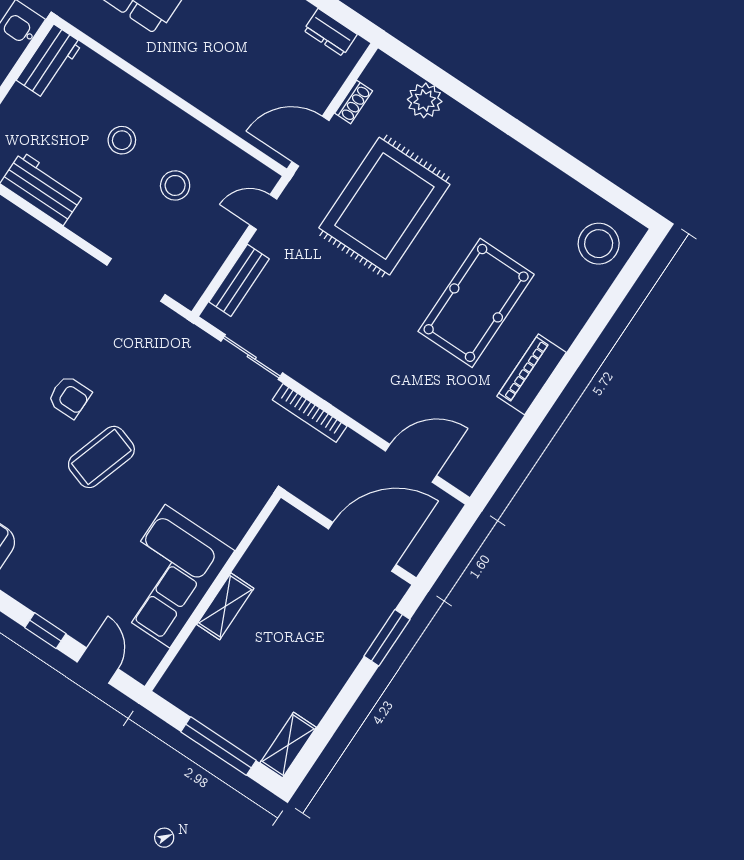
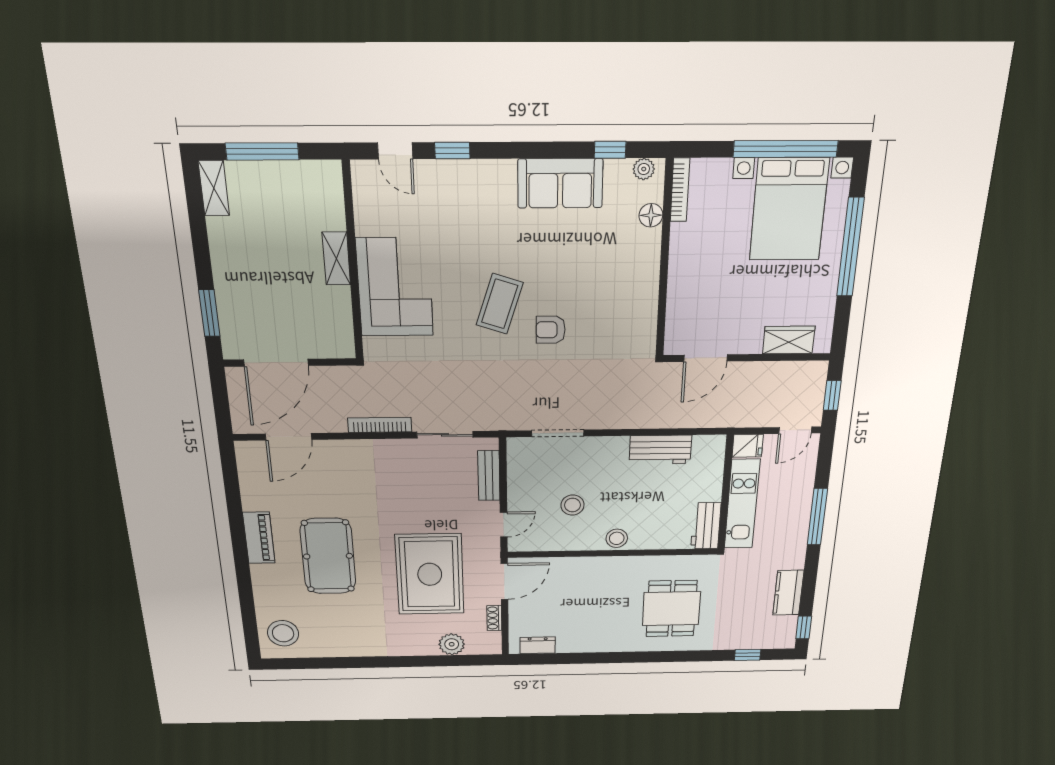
stool: (122, 140) -> (617, 538), moved
corner sofa: (167, 576) -> (395, 287), moved

